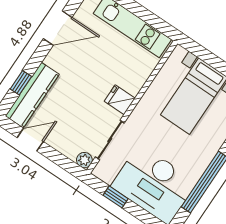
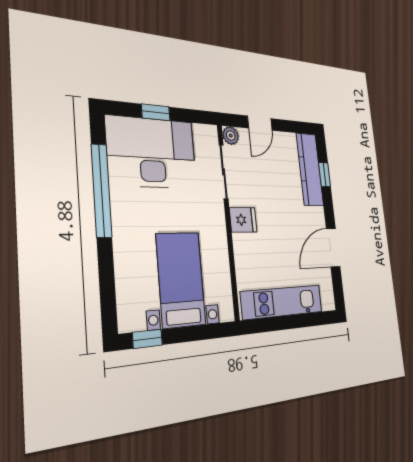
door: (30, 140) -> (260, 123), moved
window: (116, 197) -> (156, 112), moved

